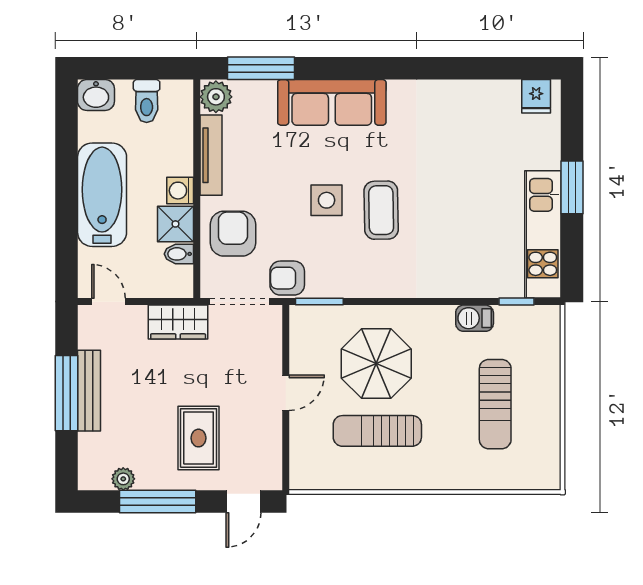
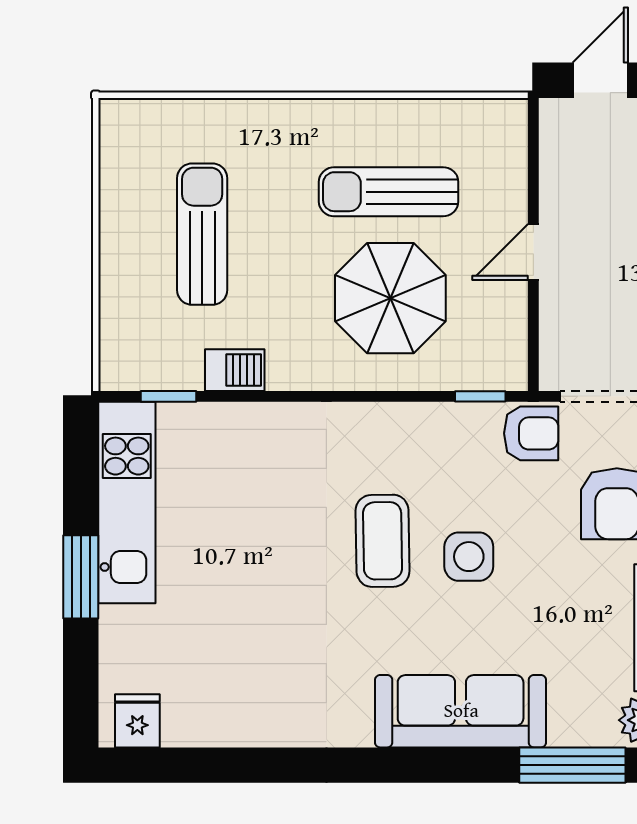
window: (319, 302) -> (480, 396), width x0.67
sun lounger: (377, 431) -> (389, 192), turned 180

